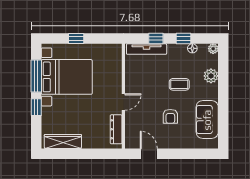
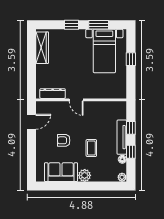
tv unit: (147, 49) -> (122, 137), moved
window: (36, 76) -> (99, 25), width x0.69
plant: (211, 76) -> (85, 175), moved
bed with nightstands: (67, 77) -> (104, 51), width x0.73

